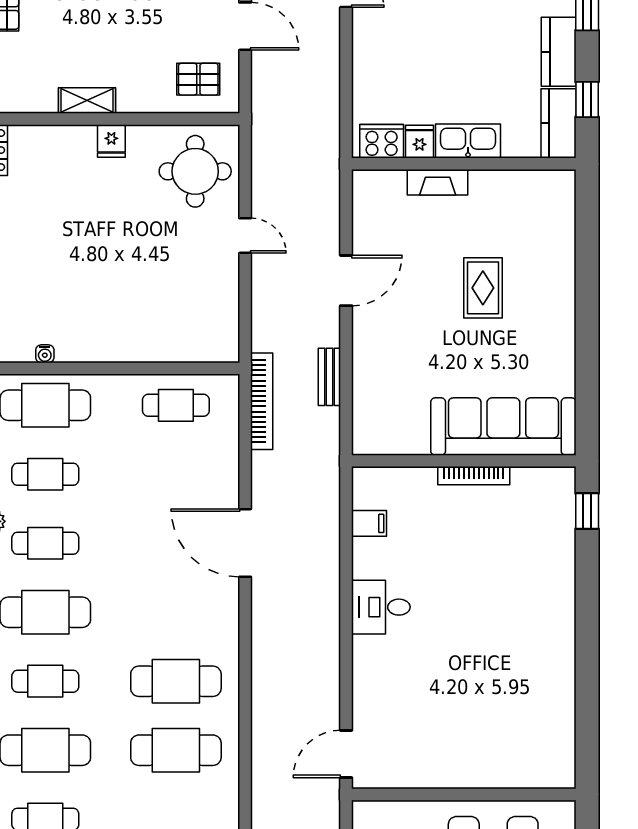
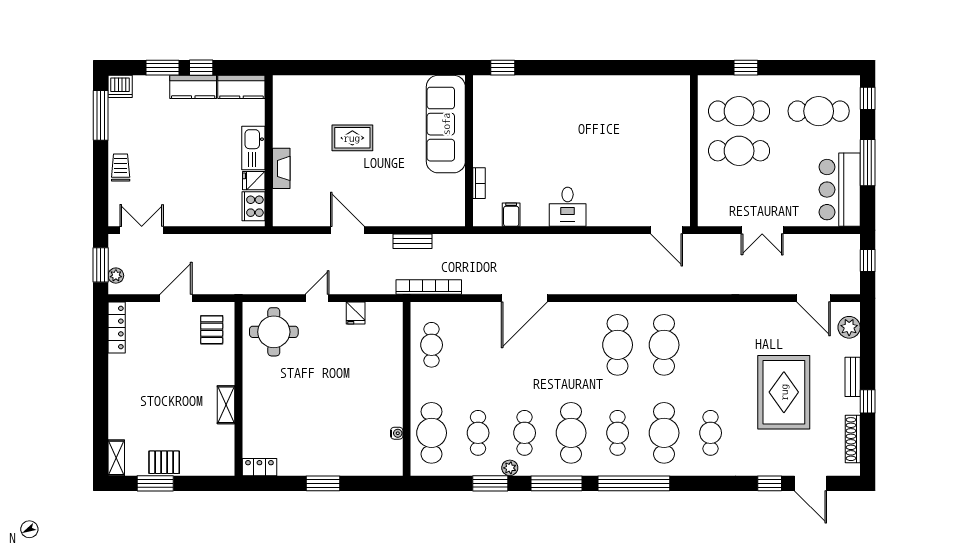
window: (587, 99) -> (201, 68), moved
fridge: (111, 141) -> (356, 313), moved, turned 90
bookcase: (474, 476) -> (479, 183), moved, width x0.64

